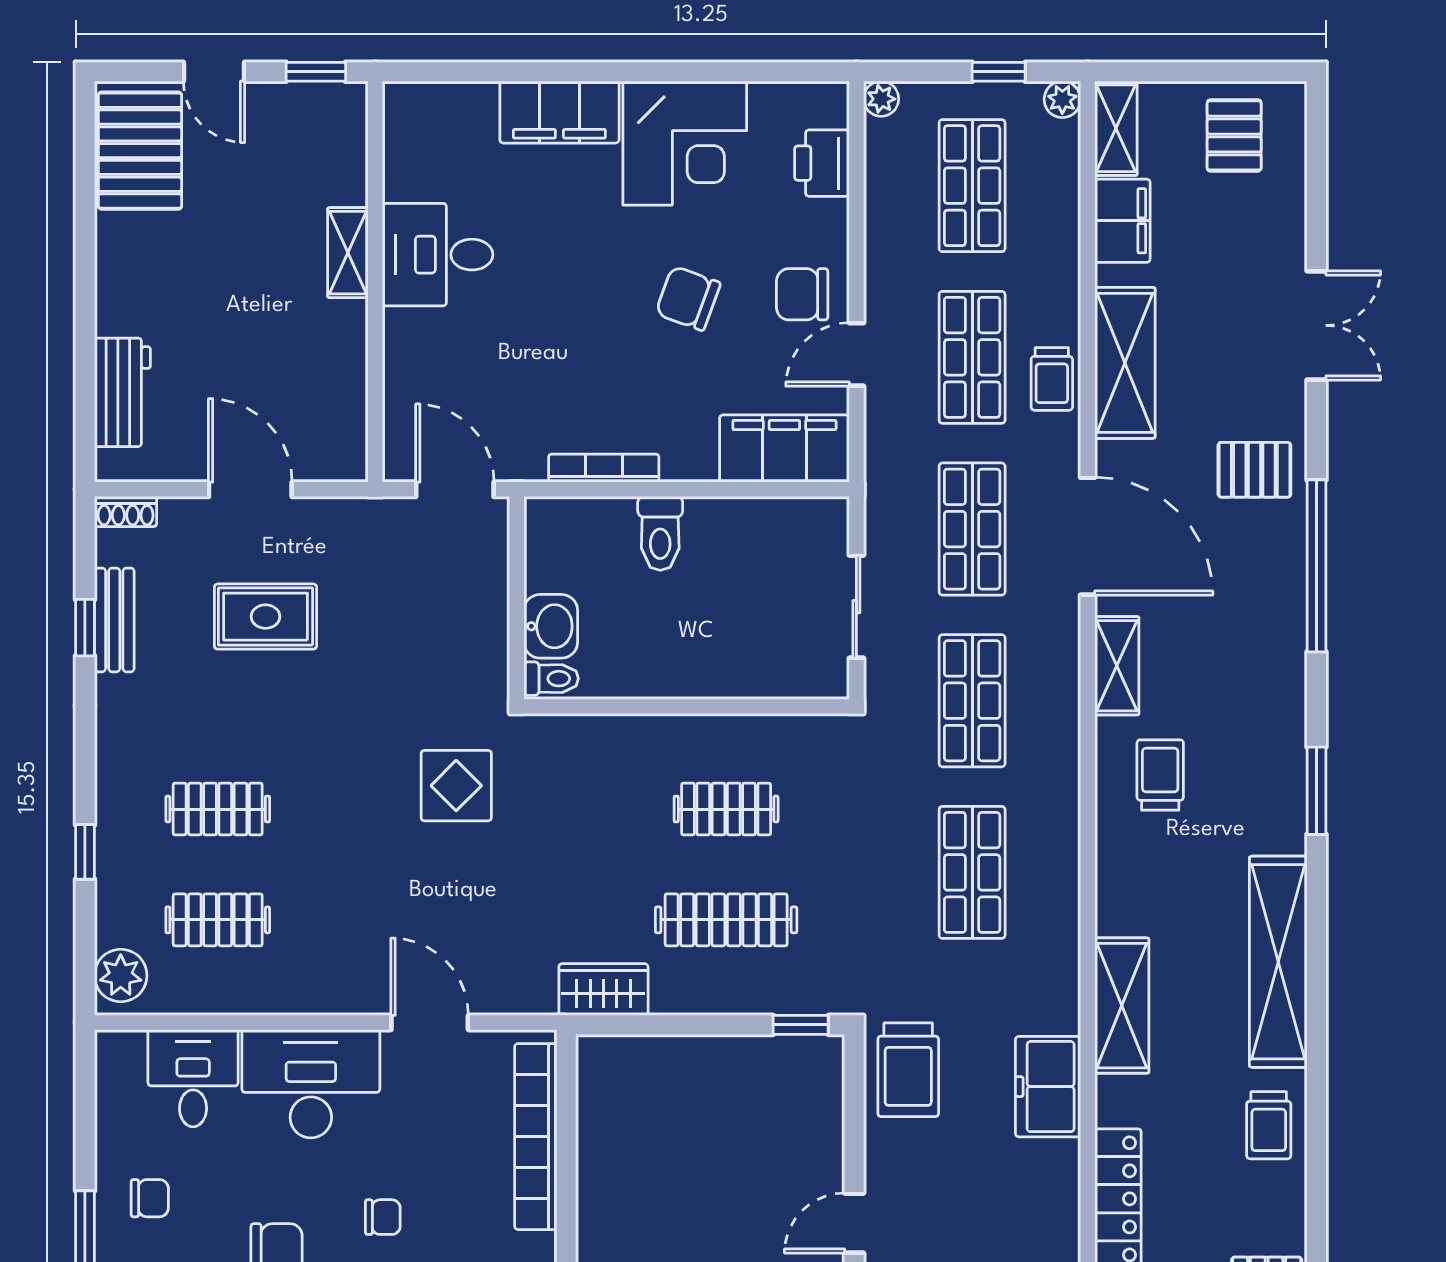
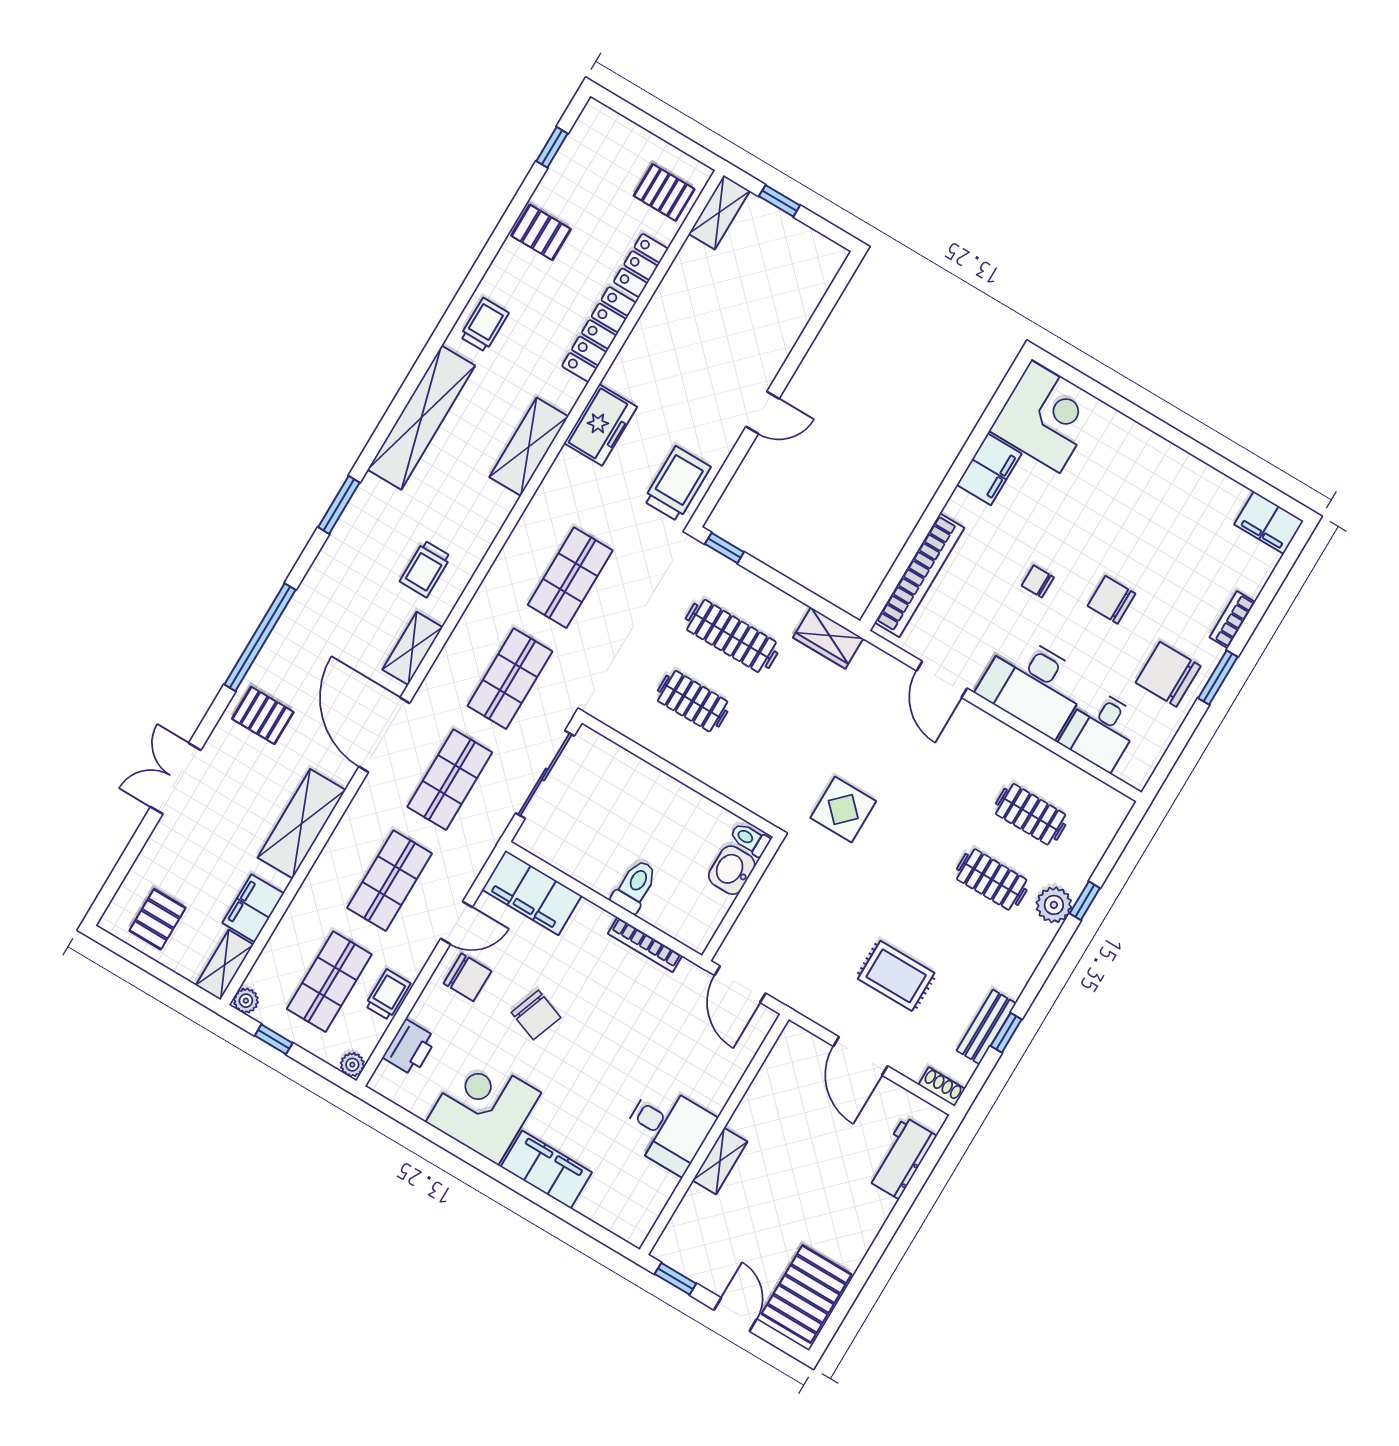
trolley: (1052, 379) -> (388, 995), moved
sliding door: (856, 607) -> (545, 775), width x1.37
plant: (121, 976) -> (1054, 905), moved
chair: (150, 1198) -> (1168, 674), width x1.87, depth x1.87

